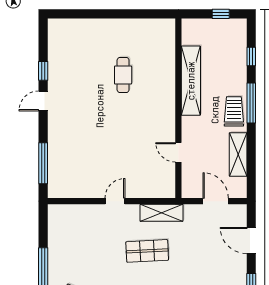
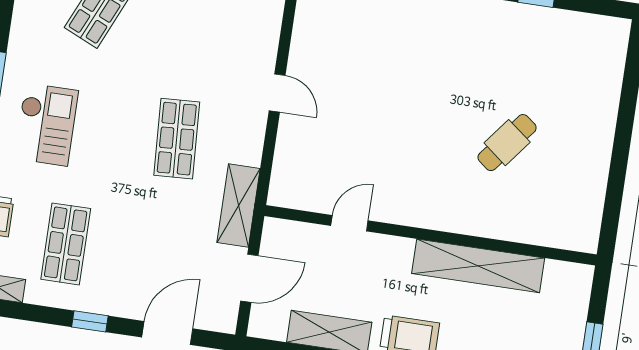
cafe table: (123, 75) -> (507, 143), turned -52
shelving: (161, 213) -> (239, 206), moved

